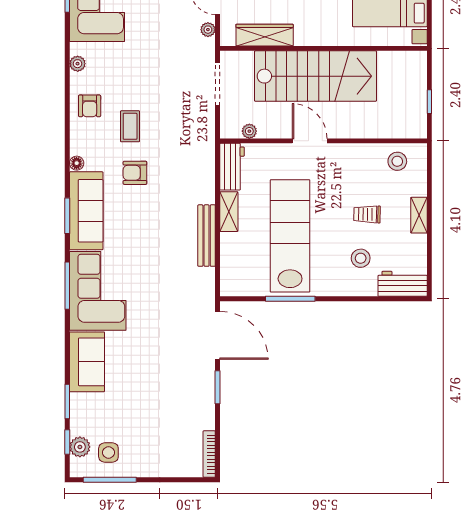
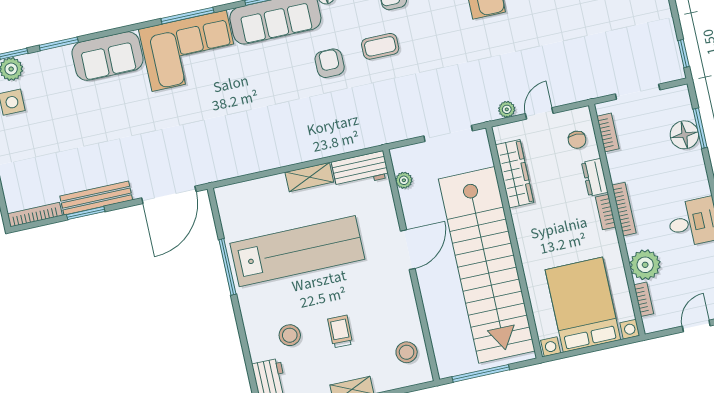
stairs: (315, 76) -> (487, 265), width x1.36
window: (429, 102) -> (481, 373), width x2.17
bench: (207, 236) -> (96, 198), moved
window: (218, 387) -> (86, 213), moved

